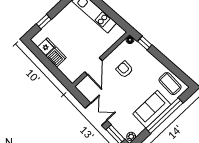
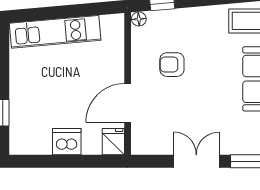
fridge: (46, 47) -> (113, 142), moved
door: (93, 66) -> (128, 103), swing flipped

